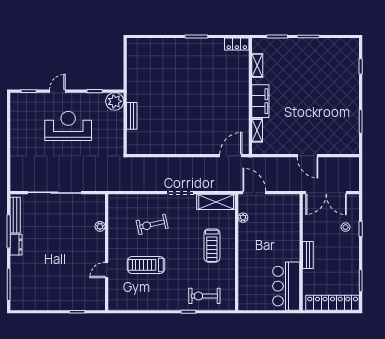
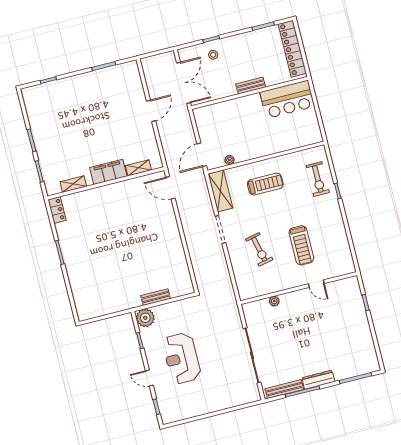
dresser: (16, 245) -> (318, 380), width x1.44

